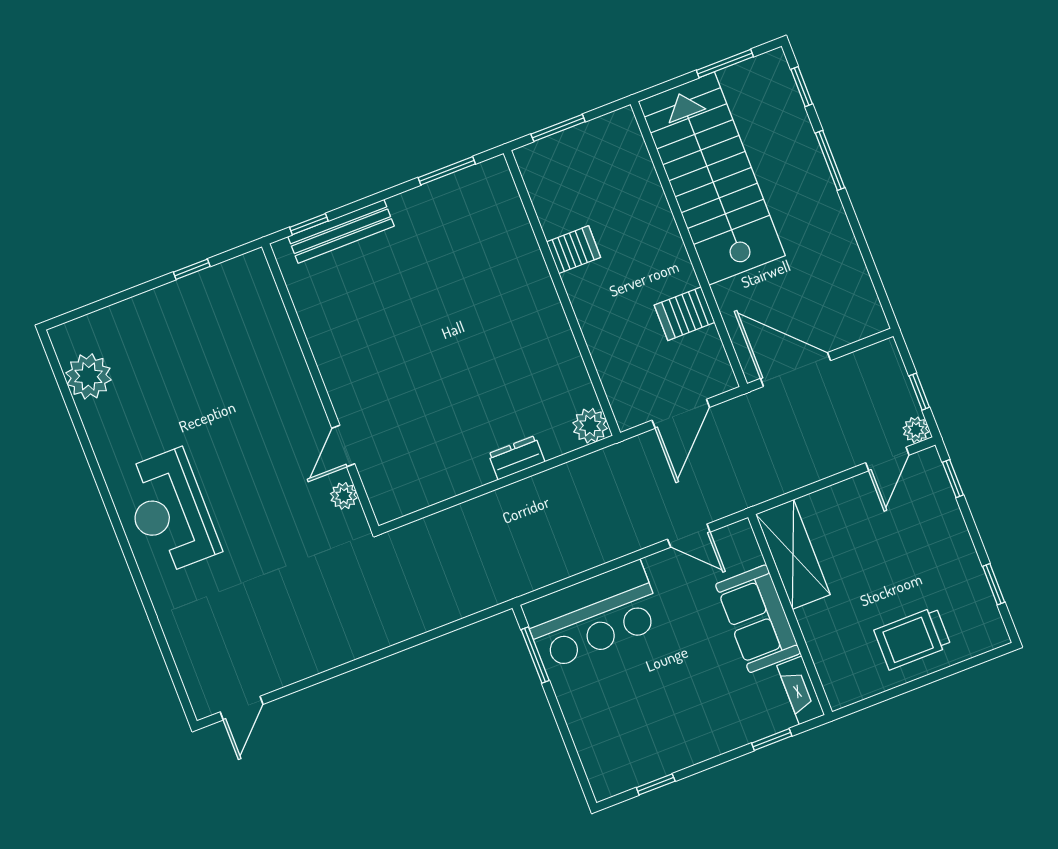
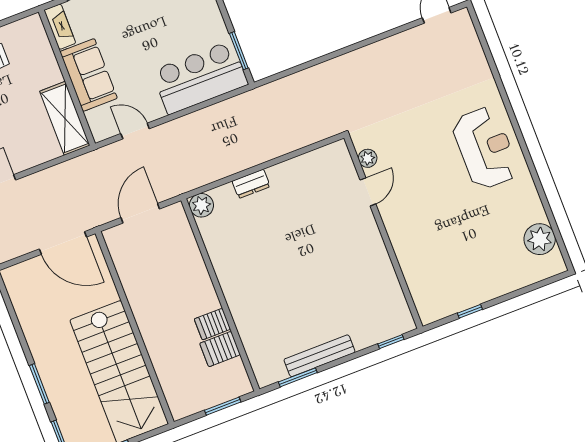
bench: (341, 231) -> (319, 356), moved
server rack: (685, 314) -> (220, 349), moved, turned 180

